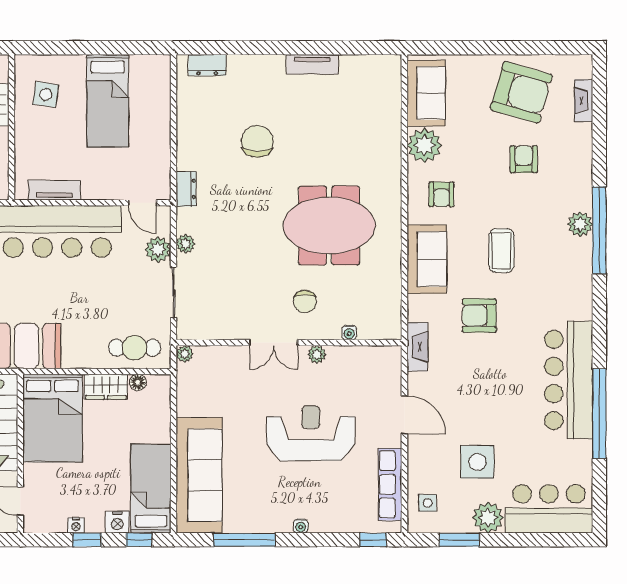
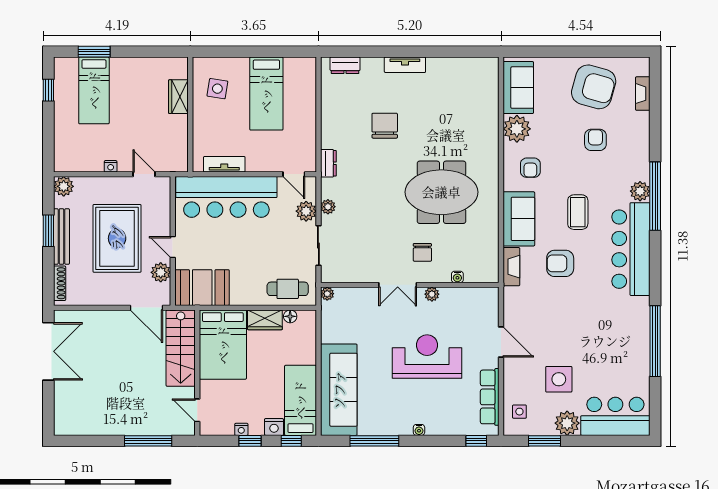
tv unit: (312, 64) -> (405, 65), moved
fireplace: (417, 347) -> (511, 267), moved
bar counter: (569, 380) -> (631, 249), moved

